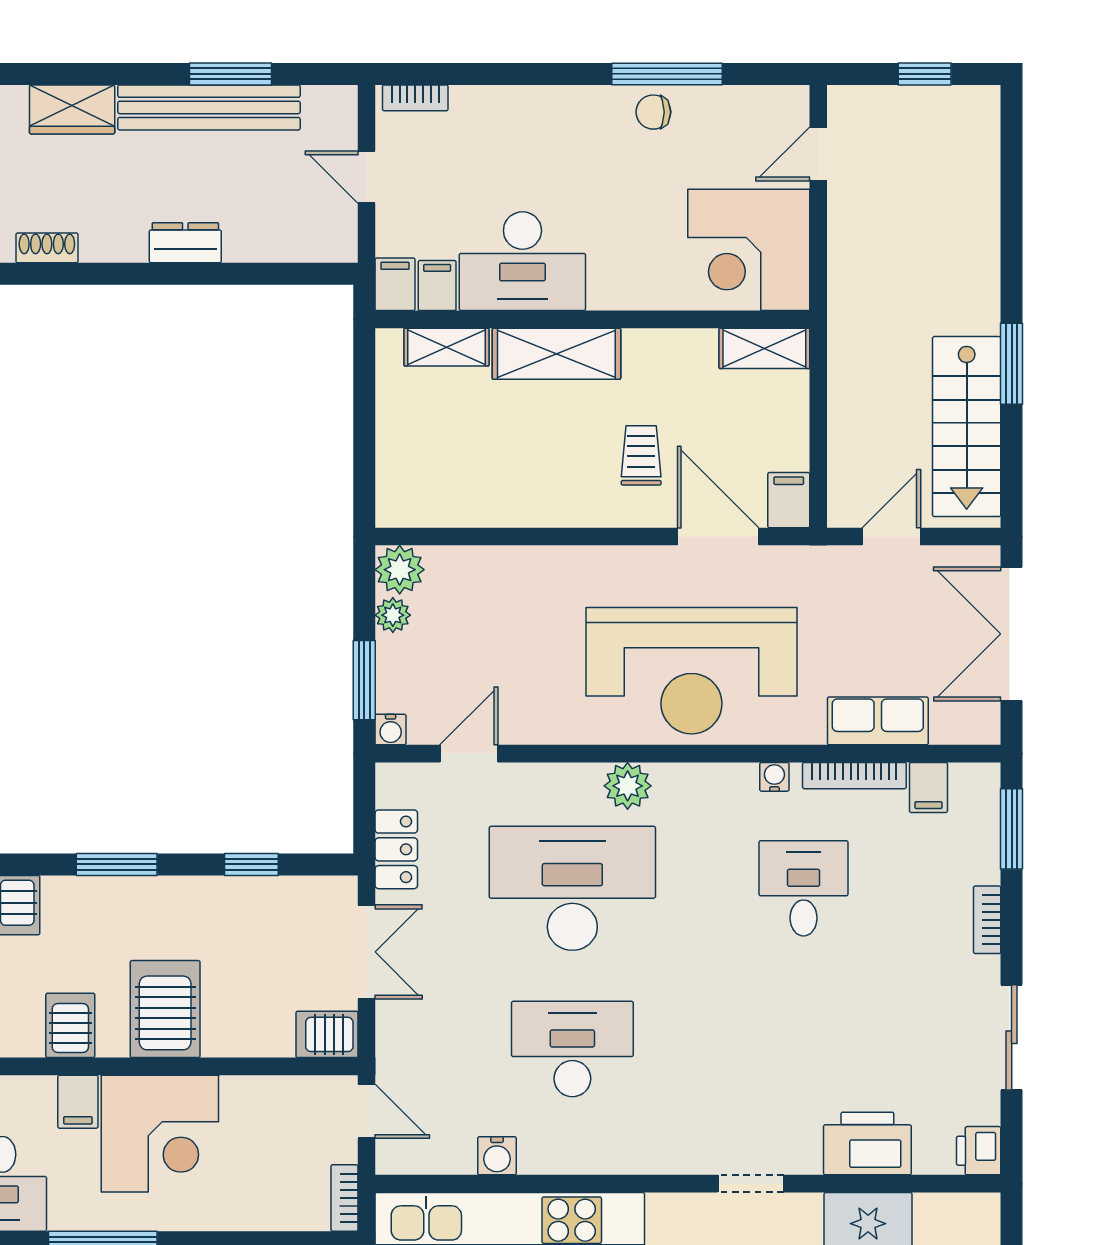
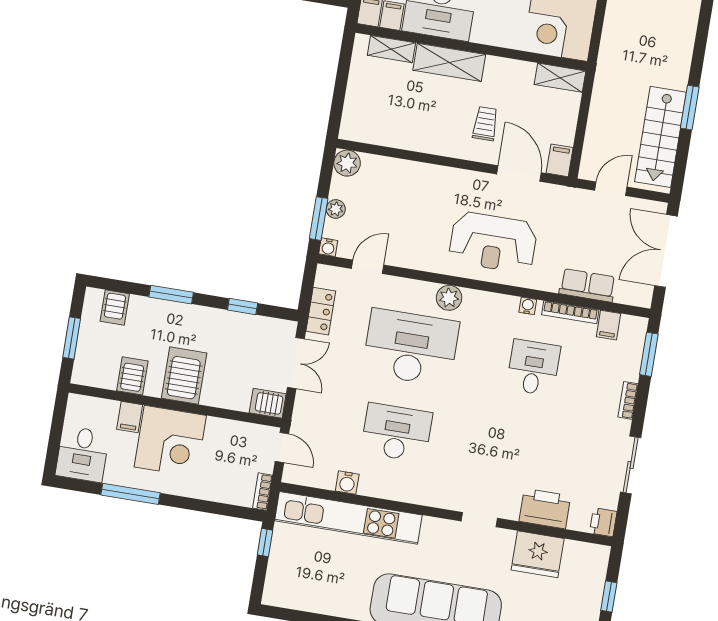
plant: (393, 615) -> (336, 209), moved
reception desk: (691, 671) -> (493, 242), width x0.74, depth x0.77

